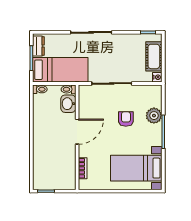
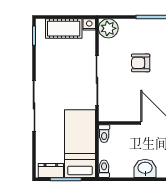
washbasin: (68, 104) -> (145, 168), moved, turned 180
plant: (154, 116) -> (108, 28), moved

